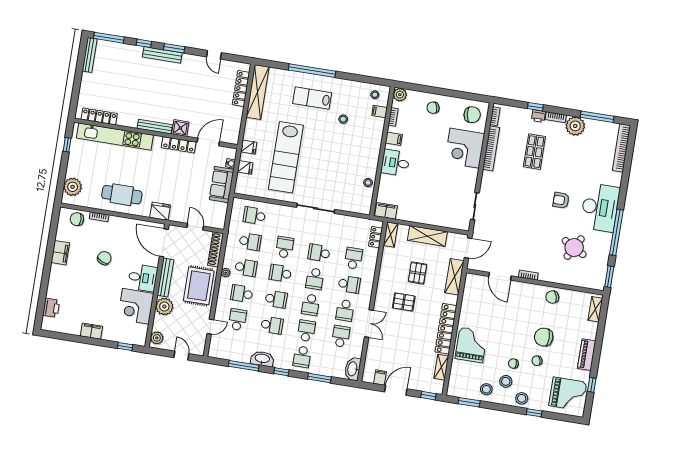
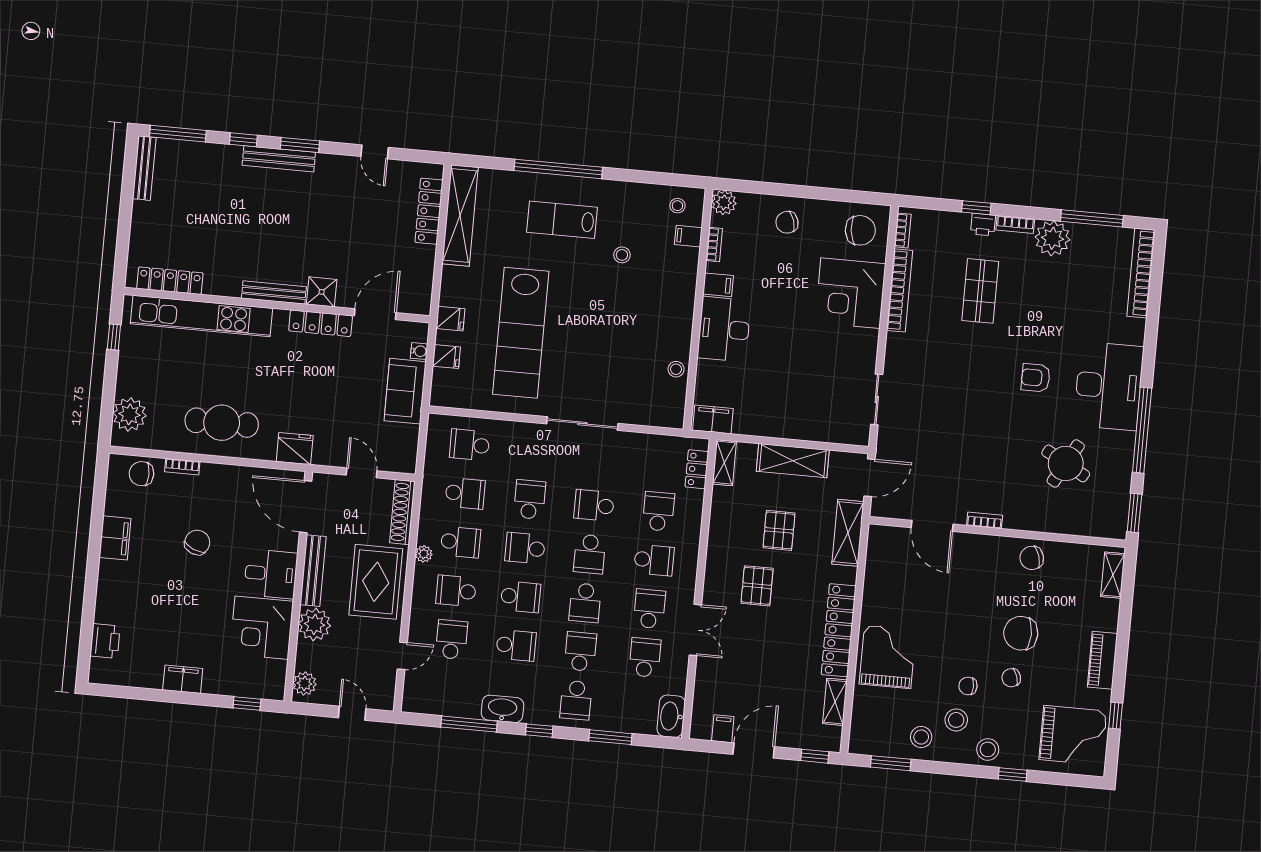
desk: (395, 163) -> (724, 329), width x1.37
pallet: (404, 302) -> (757, 586), turned 90
school desk: (345, 310) -> (649, 609), turned 180

